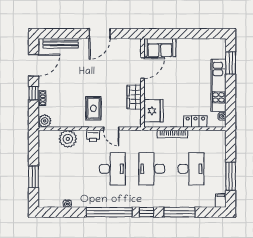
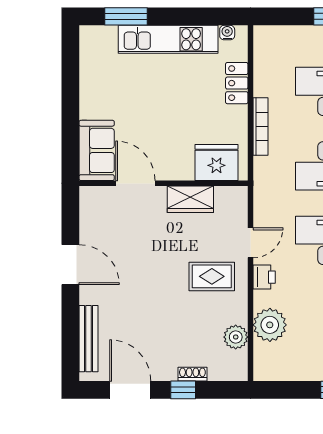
plant: (45, 121) -> (236, 337), moved

